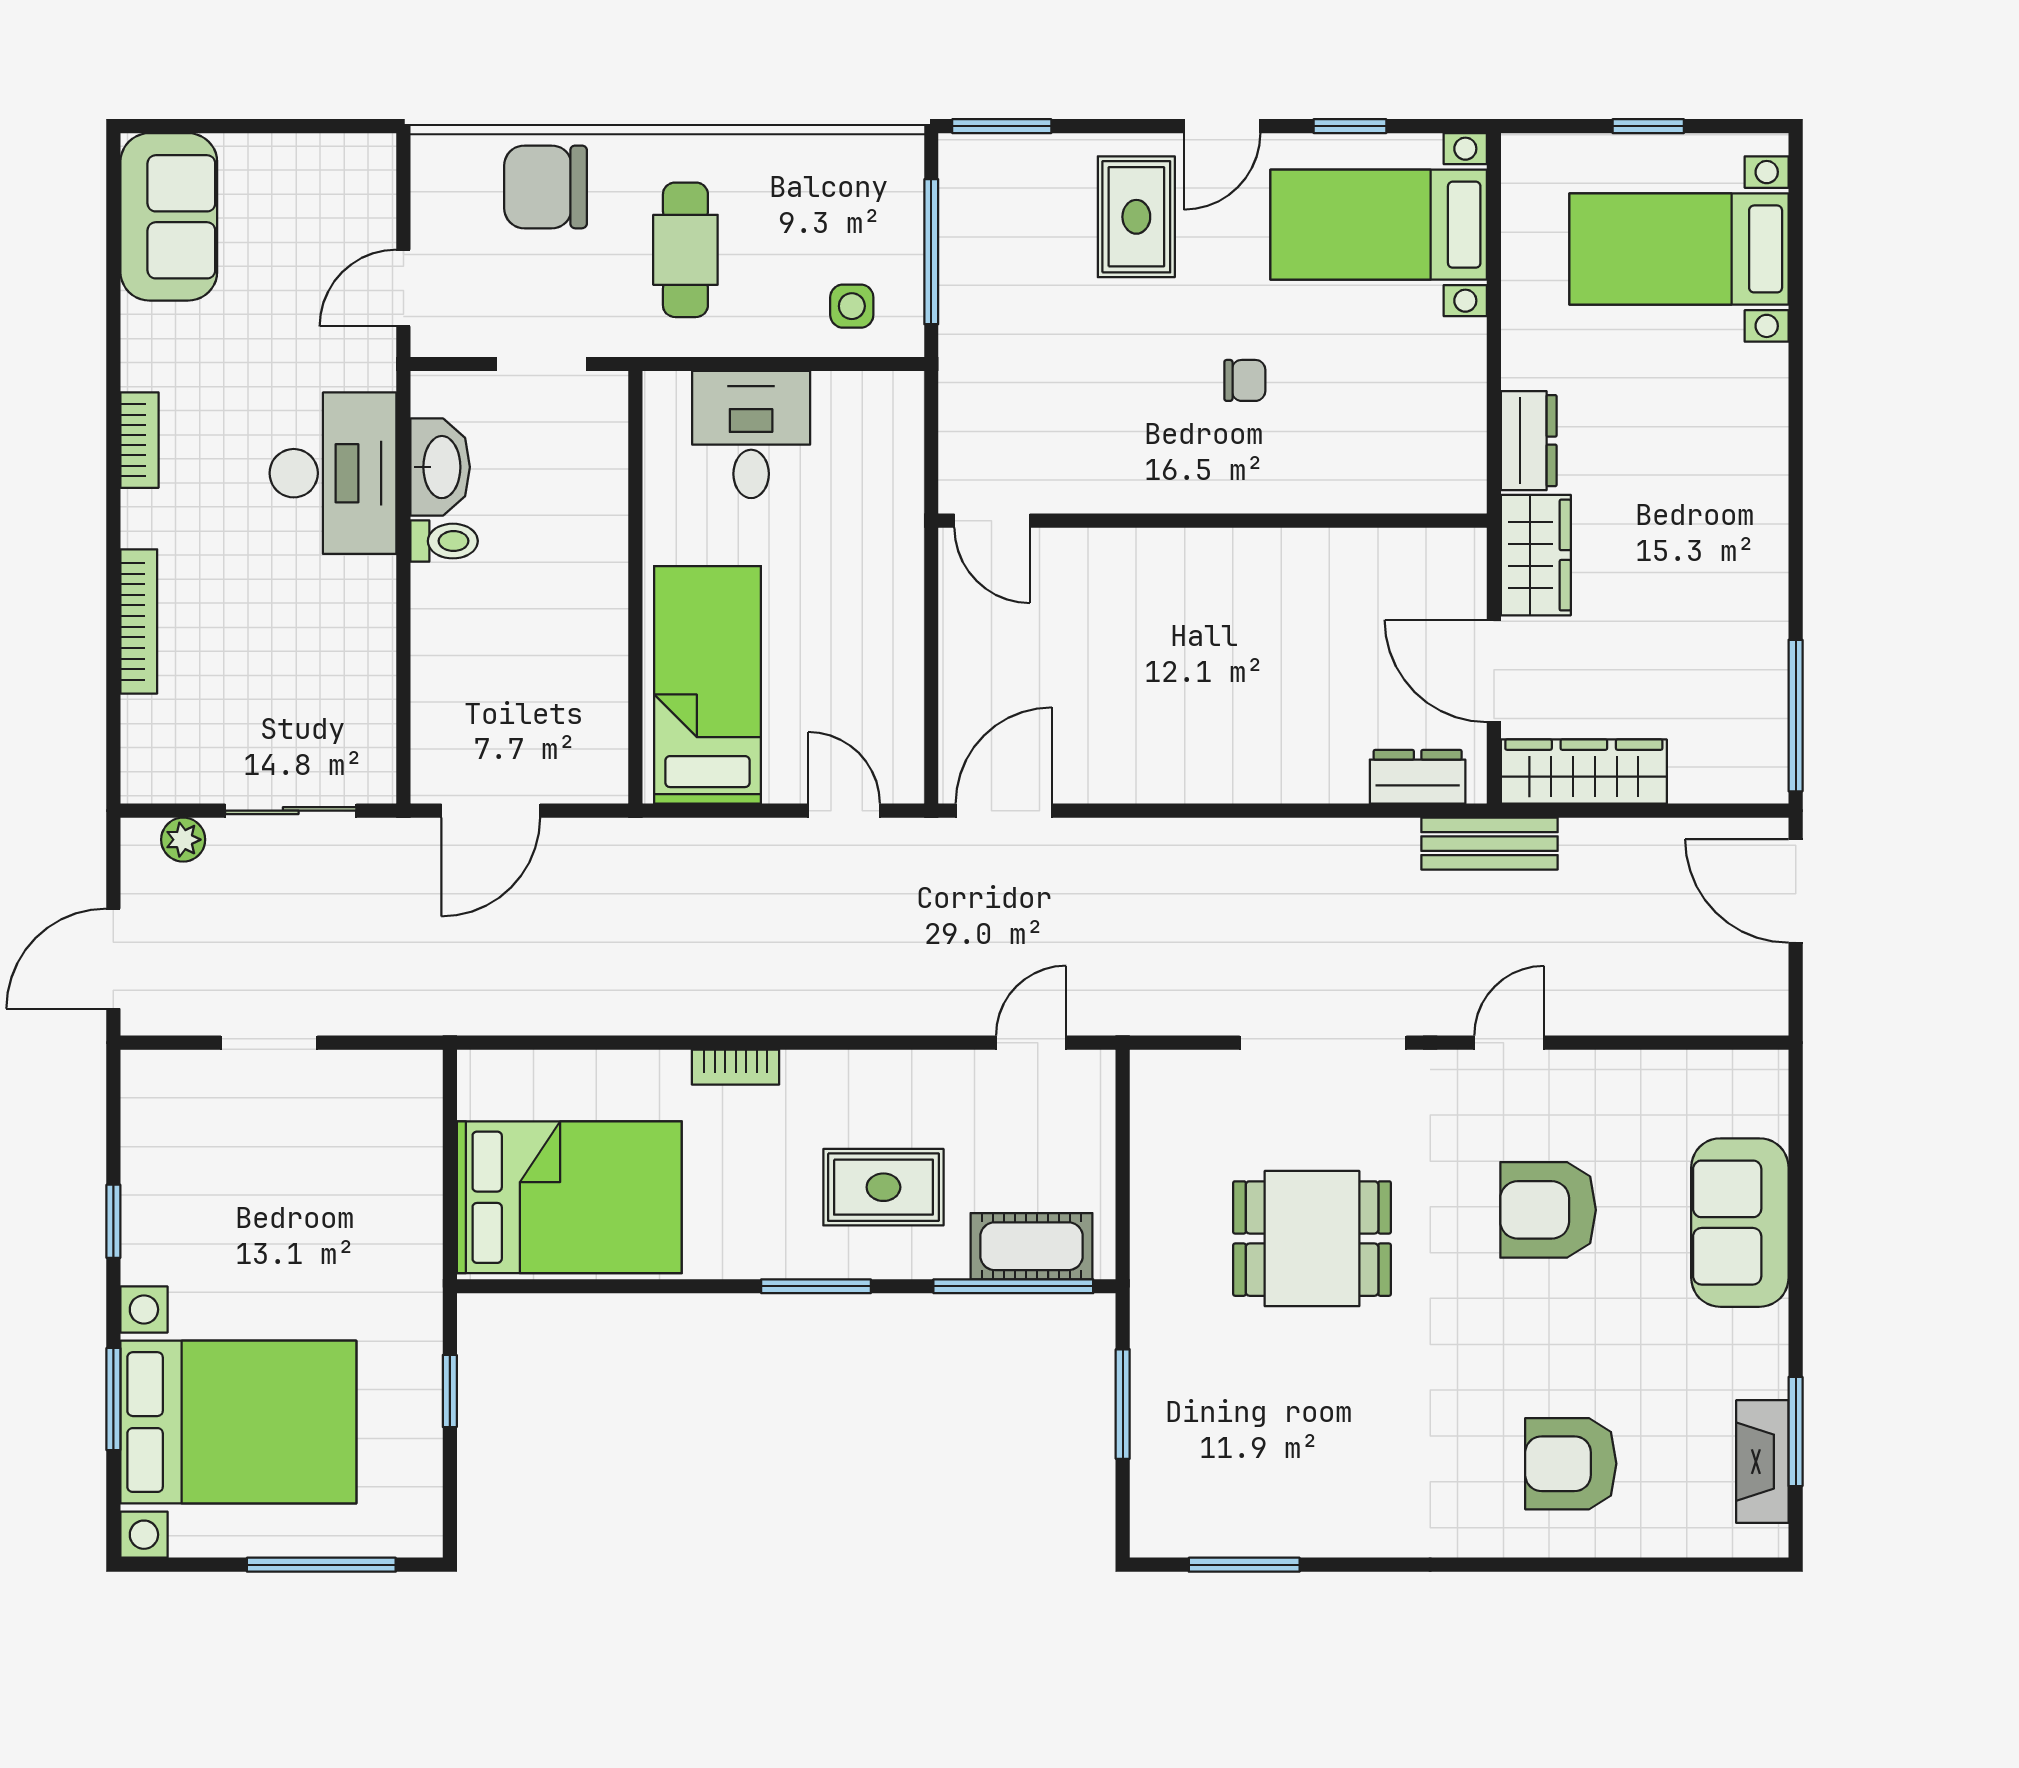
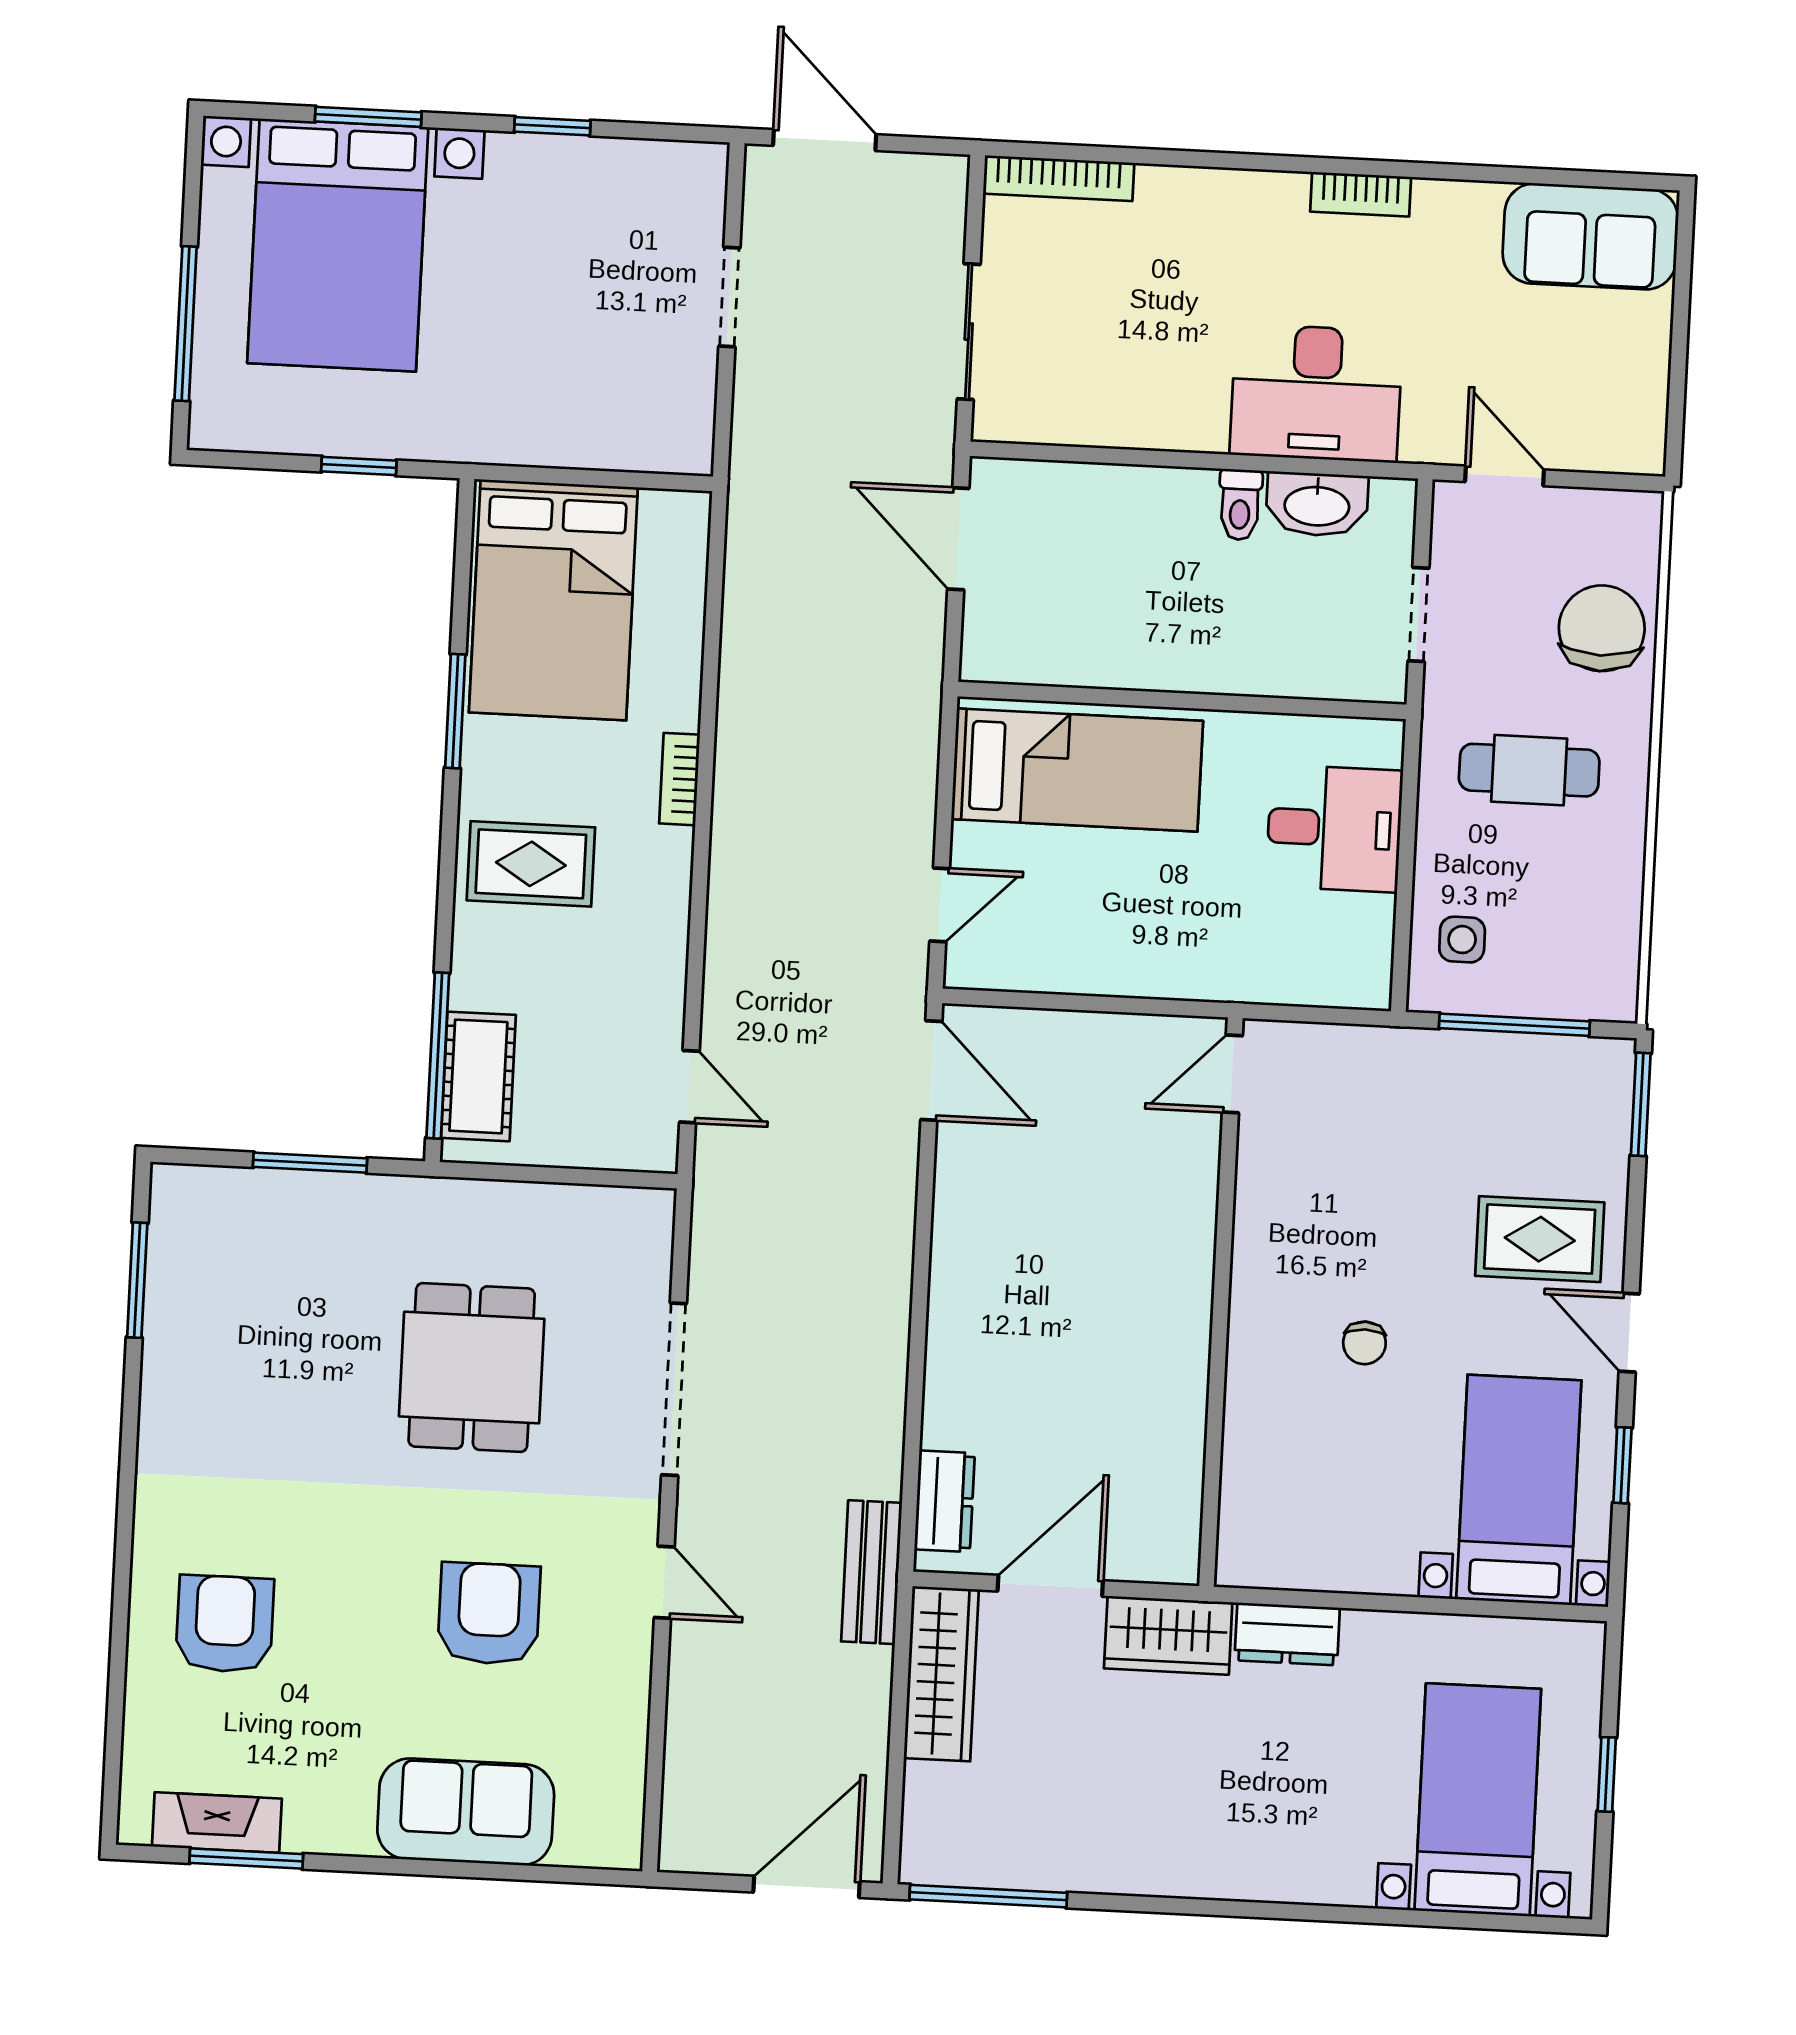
bookcase: (139, 621) -> (1059, 178), moved
plant: (183, 840) -> (944, 219), removed
rug: (883, 1187) -> (531, 864), moved, turned 90
window: (816, 1286) -> (455, 711), moved

